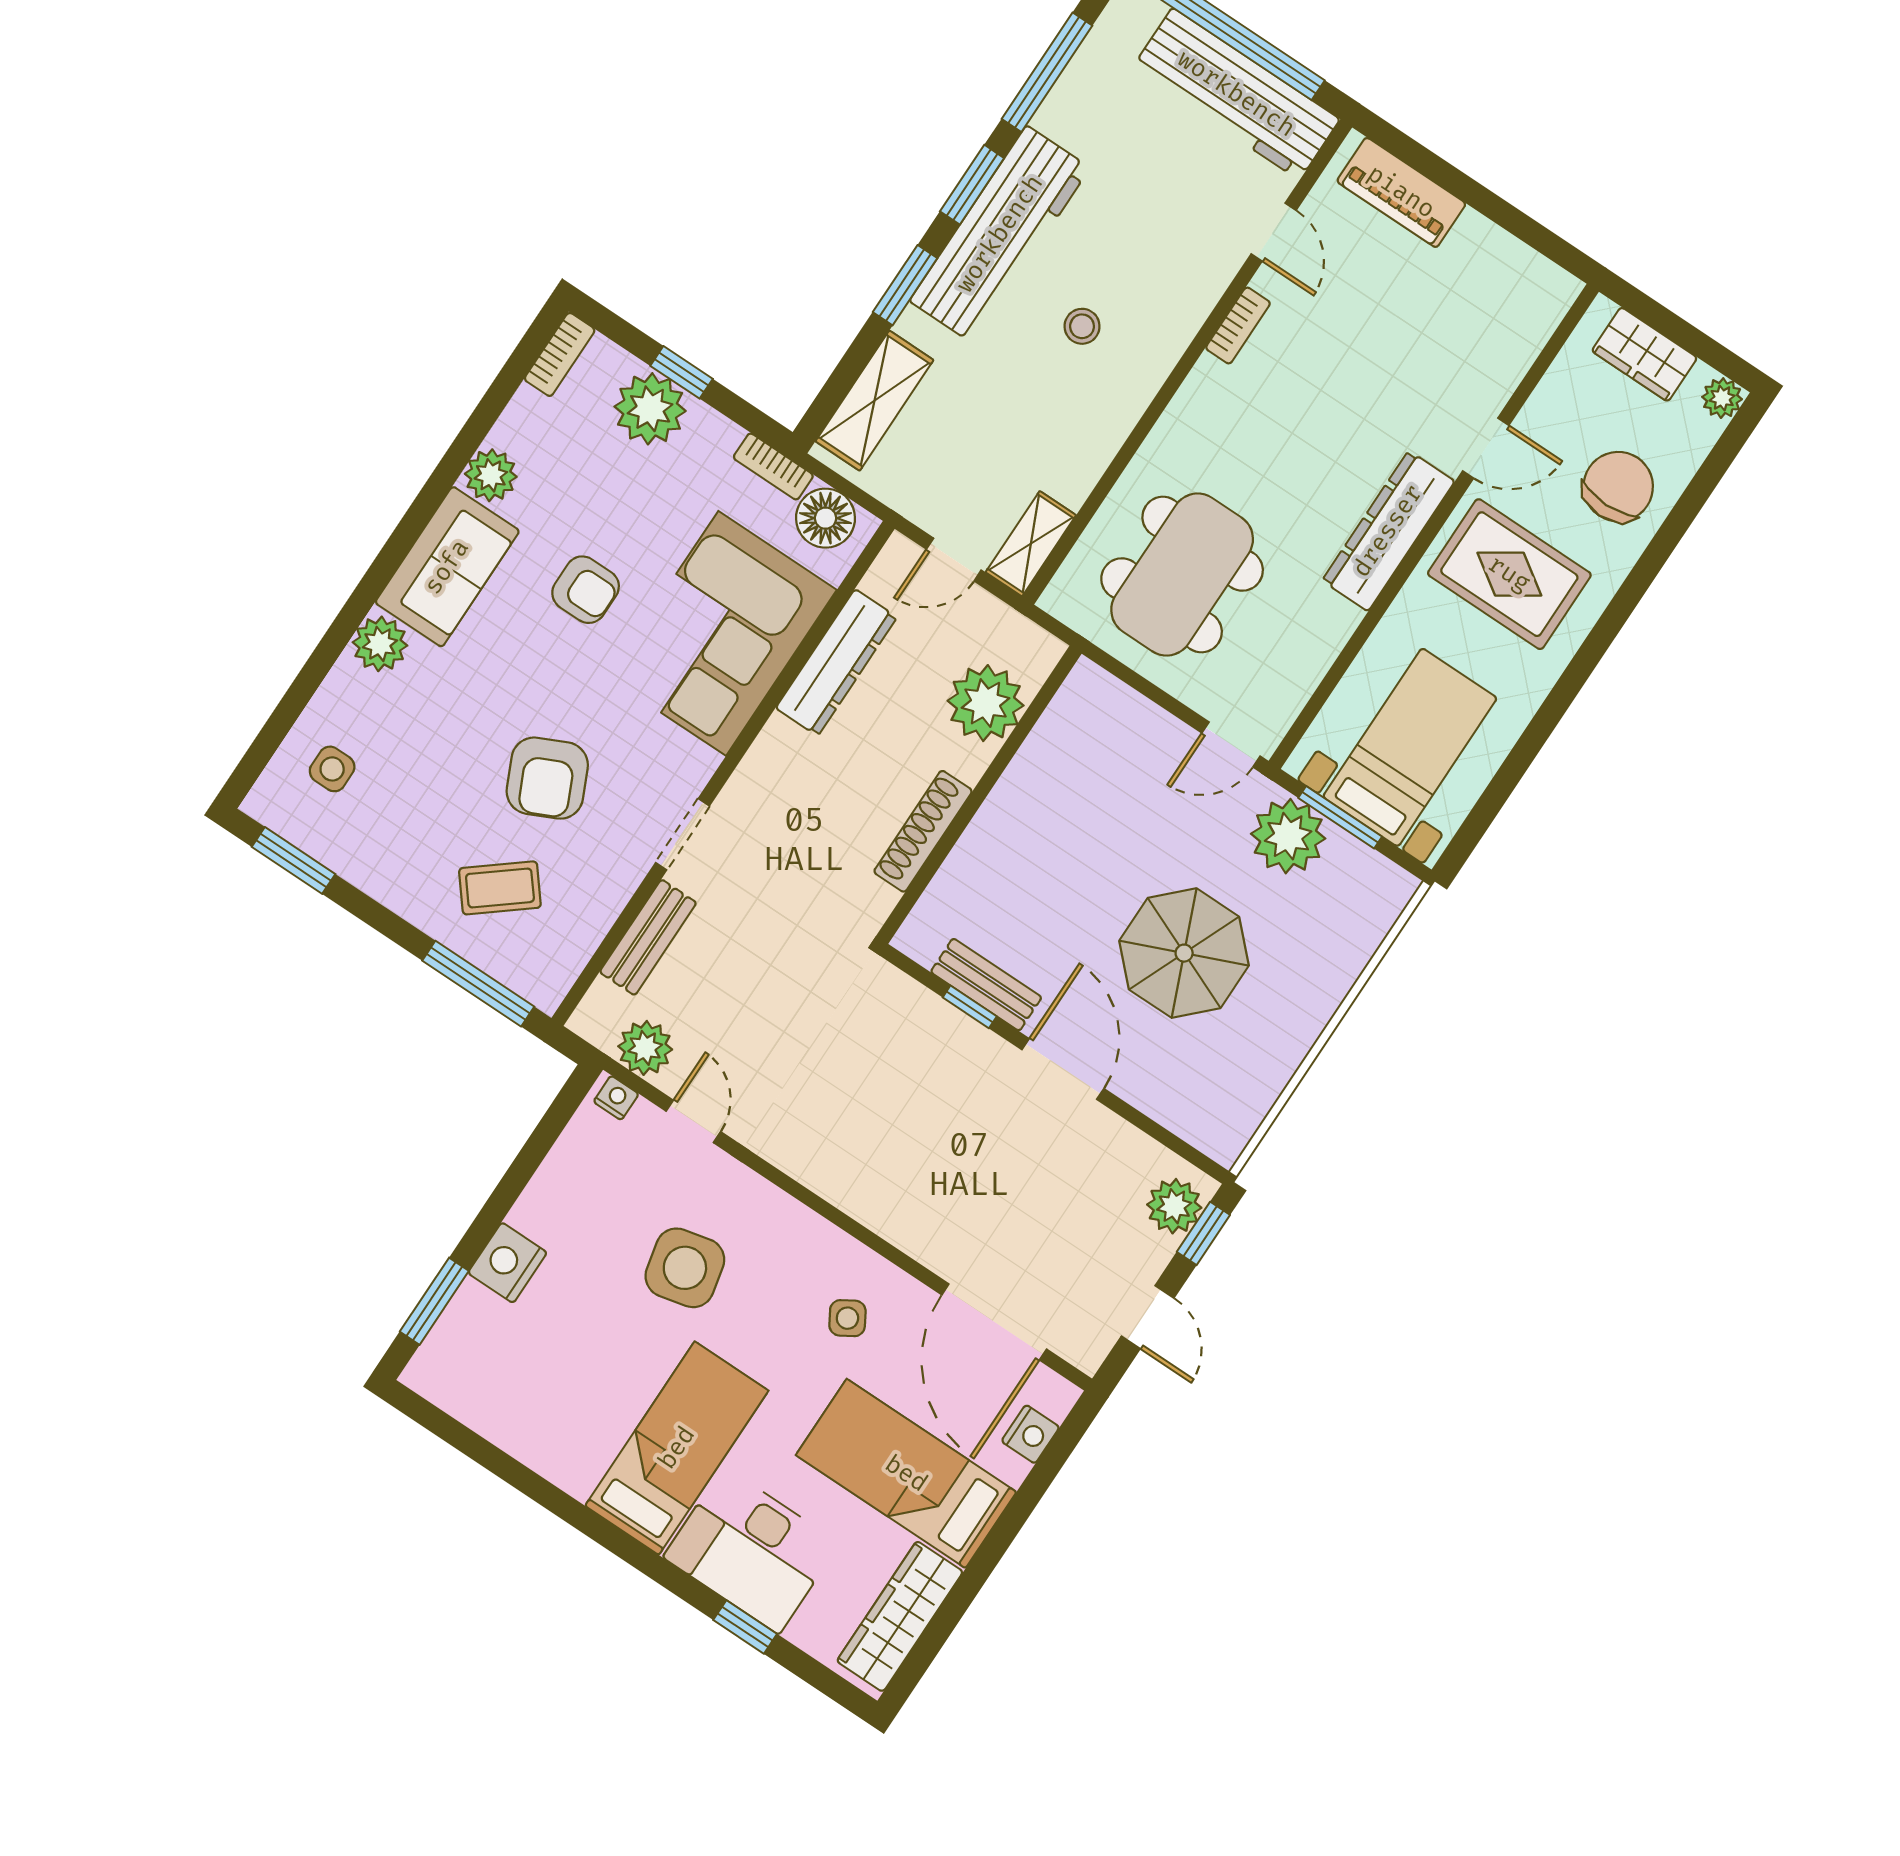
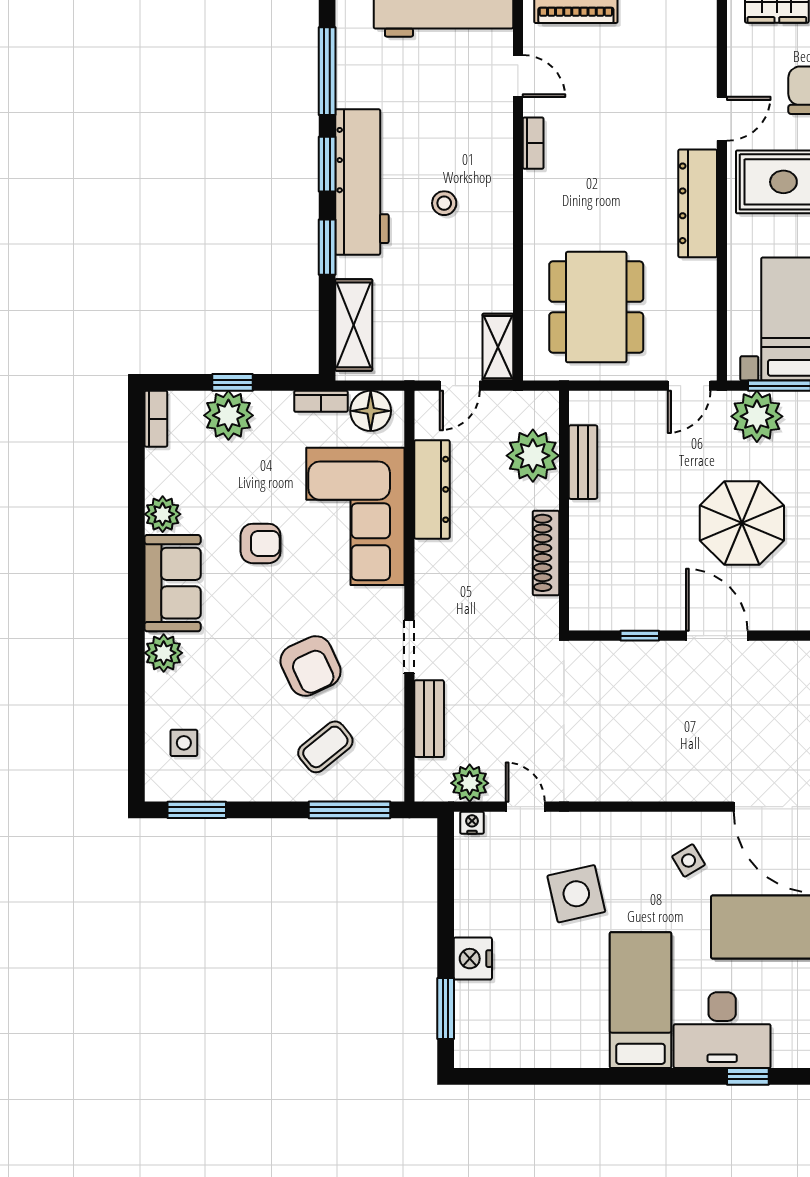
bench: (986, 985) -> (583, 462), moved, turned 90

